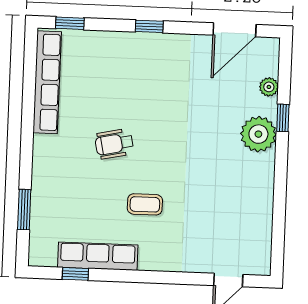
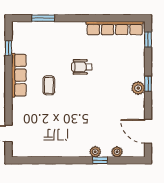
plant: (156, 44) -> (138, 88), added
plant: (258, 134) -> (95, 152), width x0.53, depth x0.53
wheelchair: (114, 144) -> (82, 67), turned -78
row of seats: (98, 256) -> (19, 75), moved

